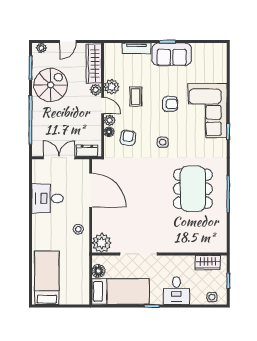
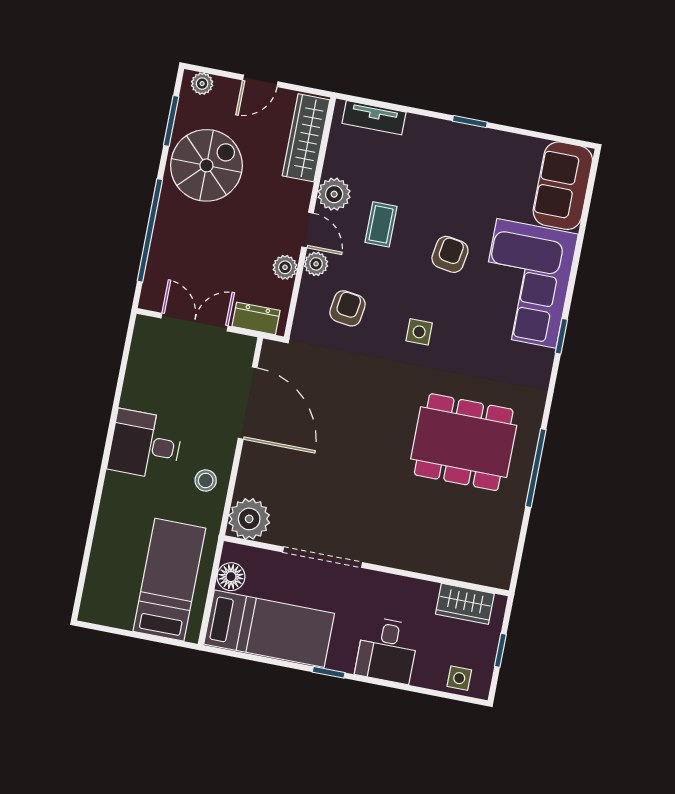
tv unit: (137, 48) -> (374, 118), moved
sofa: (172, 54) -> (563, 186), moved, turned 90
plant: (96, 90) -> (285, 267), moved
armchair: (170, 104) -> (450, 254), turned -81
floor lamp: (109, 132) -> (310, 288), removed
dining table: (193, 189) -> (464, 442), turned 90
desk: (47, 198) -> (145, 445), moved
bed: (47, 278) -> (169, 580), moved

